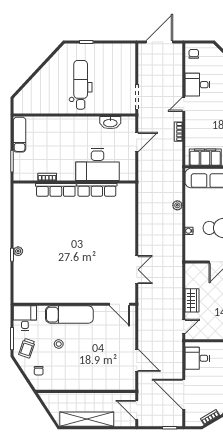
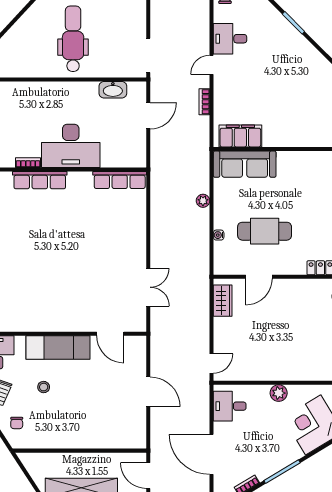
desk: (98, 164) -> (71, 146), moved
row of seats: (97, 190) -> (120, 180), moved
wardrobe: (192, 300) -> (223, 301), moved
door: (119, 304) -> (110, 334), moved
door: (137, 360) -> (148, 392), moved

